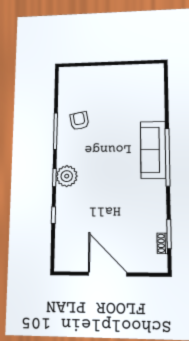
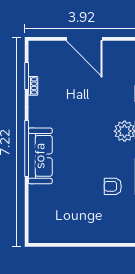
armchair: (79, 121) -> (113, 186), turned 101
shoe rack: (162, 243) -> (33, 86), moved

